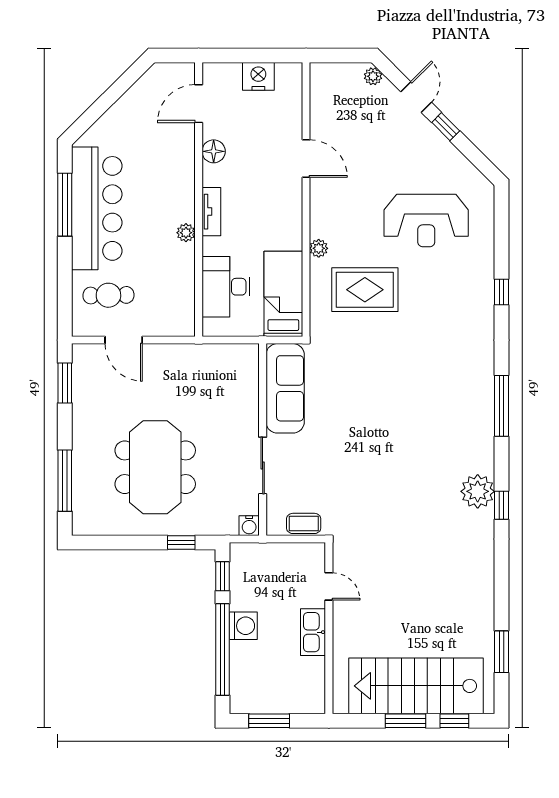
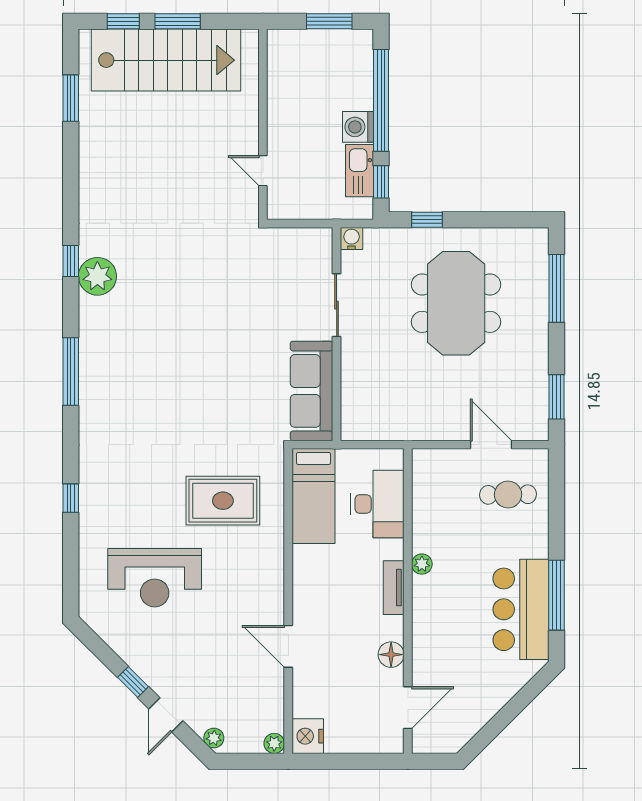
nightstand: (258, 76) -> (308, 736), moved, turned 90
bar counter: (97, 208) -> (521, 609), width x0.73
reception desk: (426, 220) -> (155, 578), turned 180
plant: (319, 248) -> (274, 743), moved
coffee table: (304, 523) -> (291, 241), removed
kitchen sink: (313, 632) -> (360, 171), moved, turned 180

